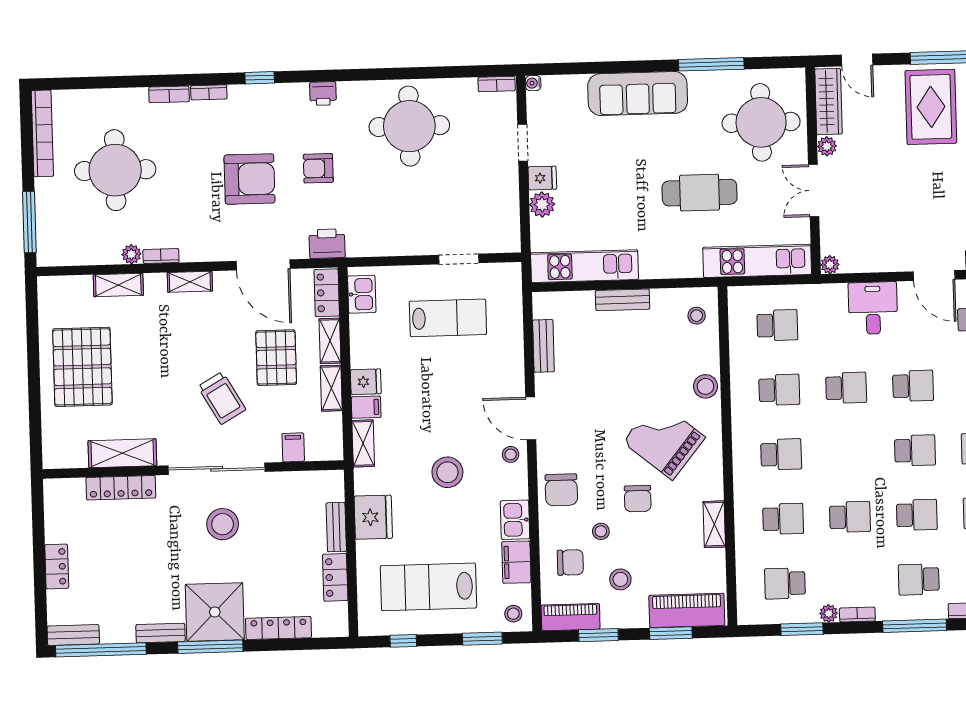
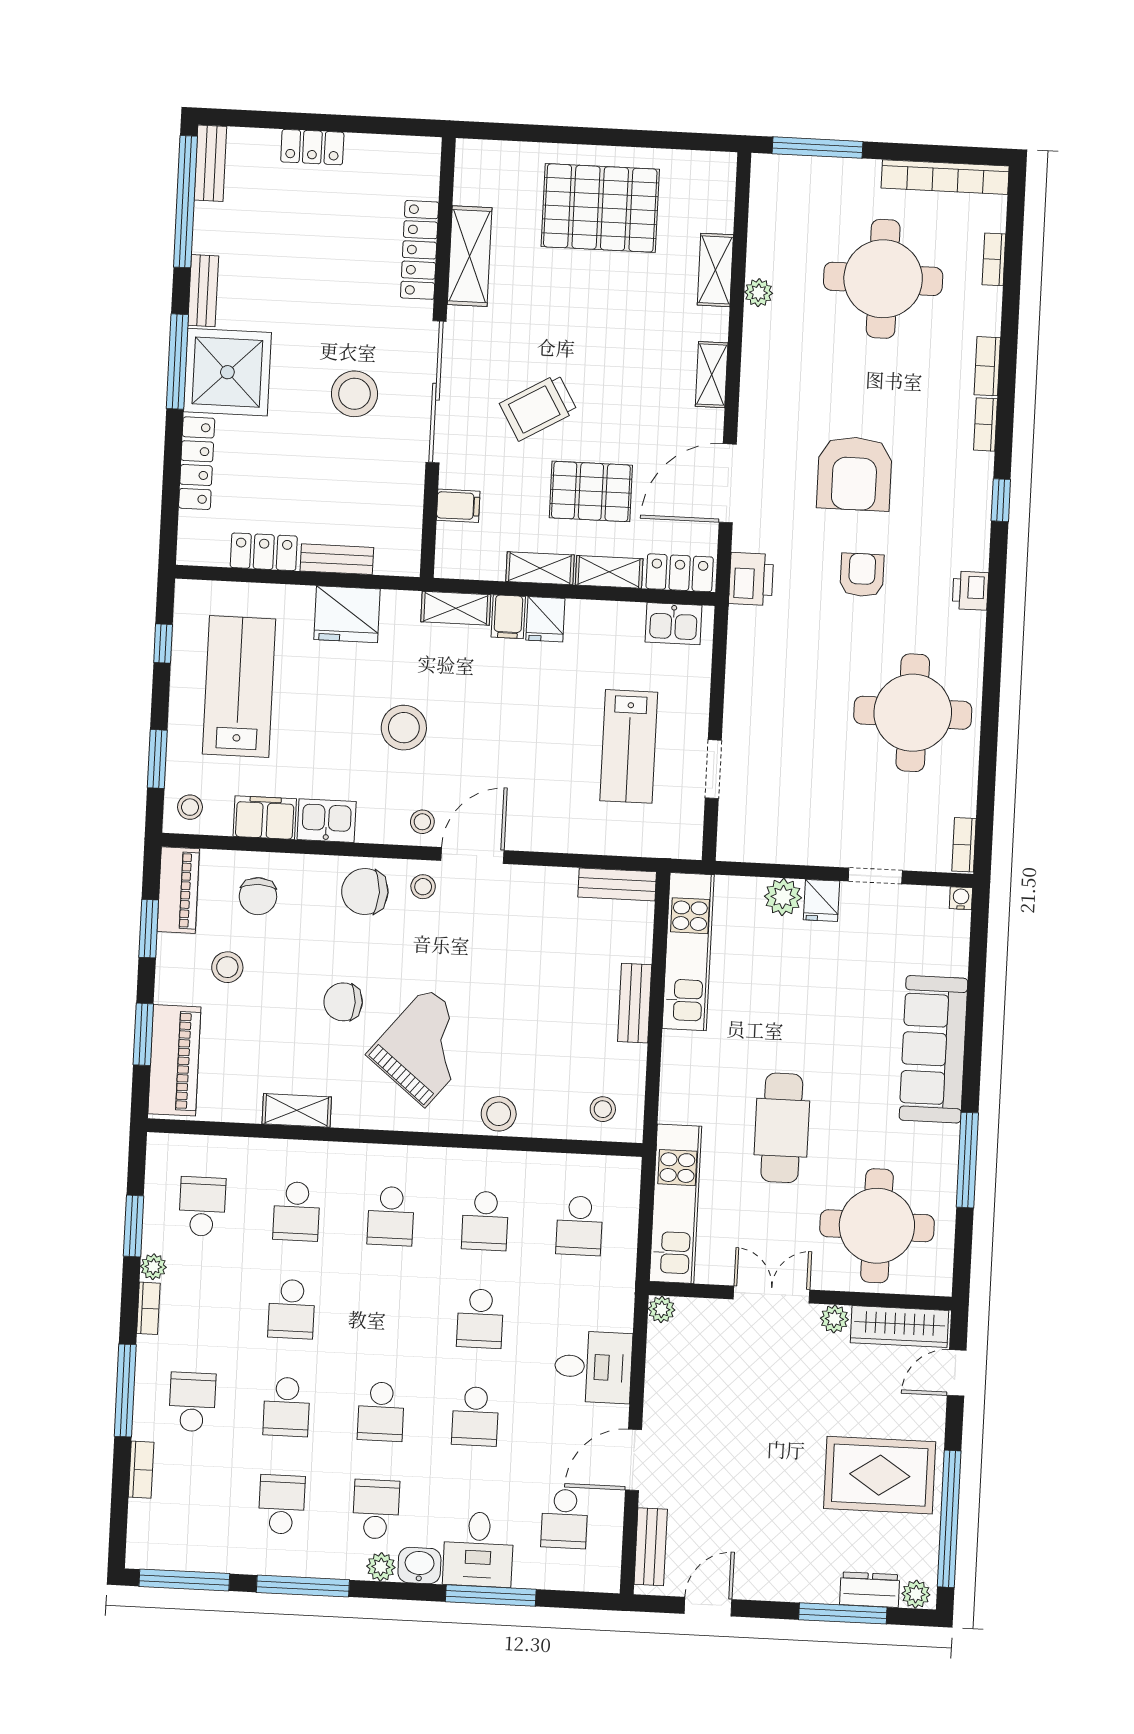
bookcase: (161, 256) -> (994, 259), moved, turned 180
bench: (543, 346) -> (617, 884), moved
stool: (601, 531) -> (423, 887), moved

